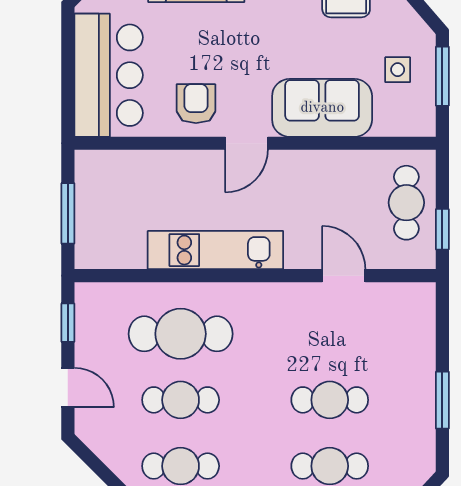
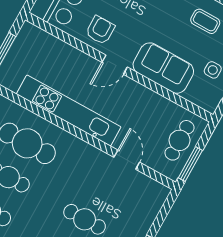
window: (442, 229) -> (190, 164), width x1.50
kitchen unit: (215, 250) -> (69, 110), width x1.36

